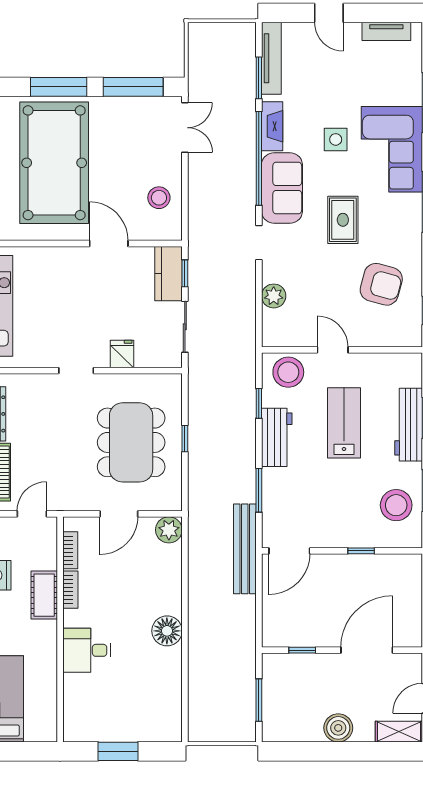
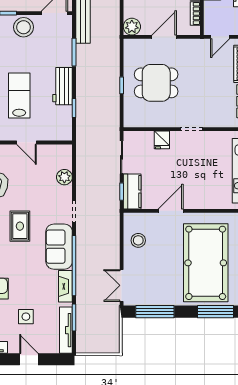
window: (59, 87) -> (215, 312), moved
side table: (336, 139) -> (26, 317), moved
door: (109, 244) -> (171, 211), swing flipped
stool: (288, 372) -> (24, 27), moved
lab bench: (344, 423) -> (19, 95), turned 180
dining table: (131, 442) -> (156, 83), width x0.73

